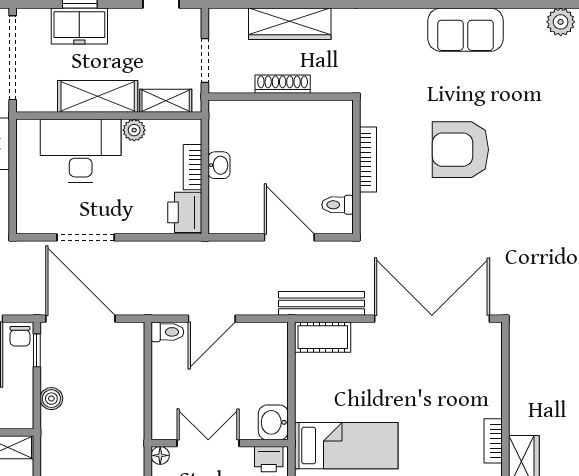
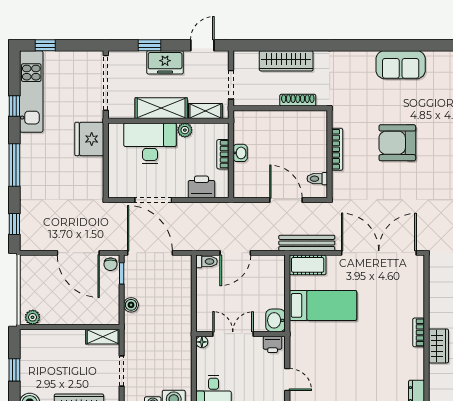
freezer: (79, 26) -> (165, 62), moved
shoe rack: (283, 84) -> (298, 100), moved
printer: (185, 212) -> (202, 187), moved, turned 90
bed: (346, 446) -> (323, 305), moved

